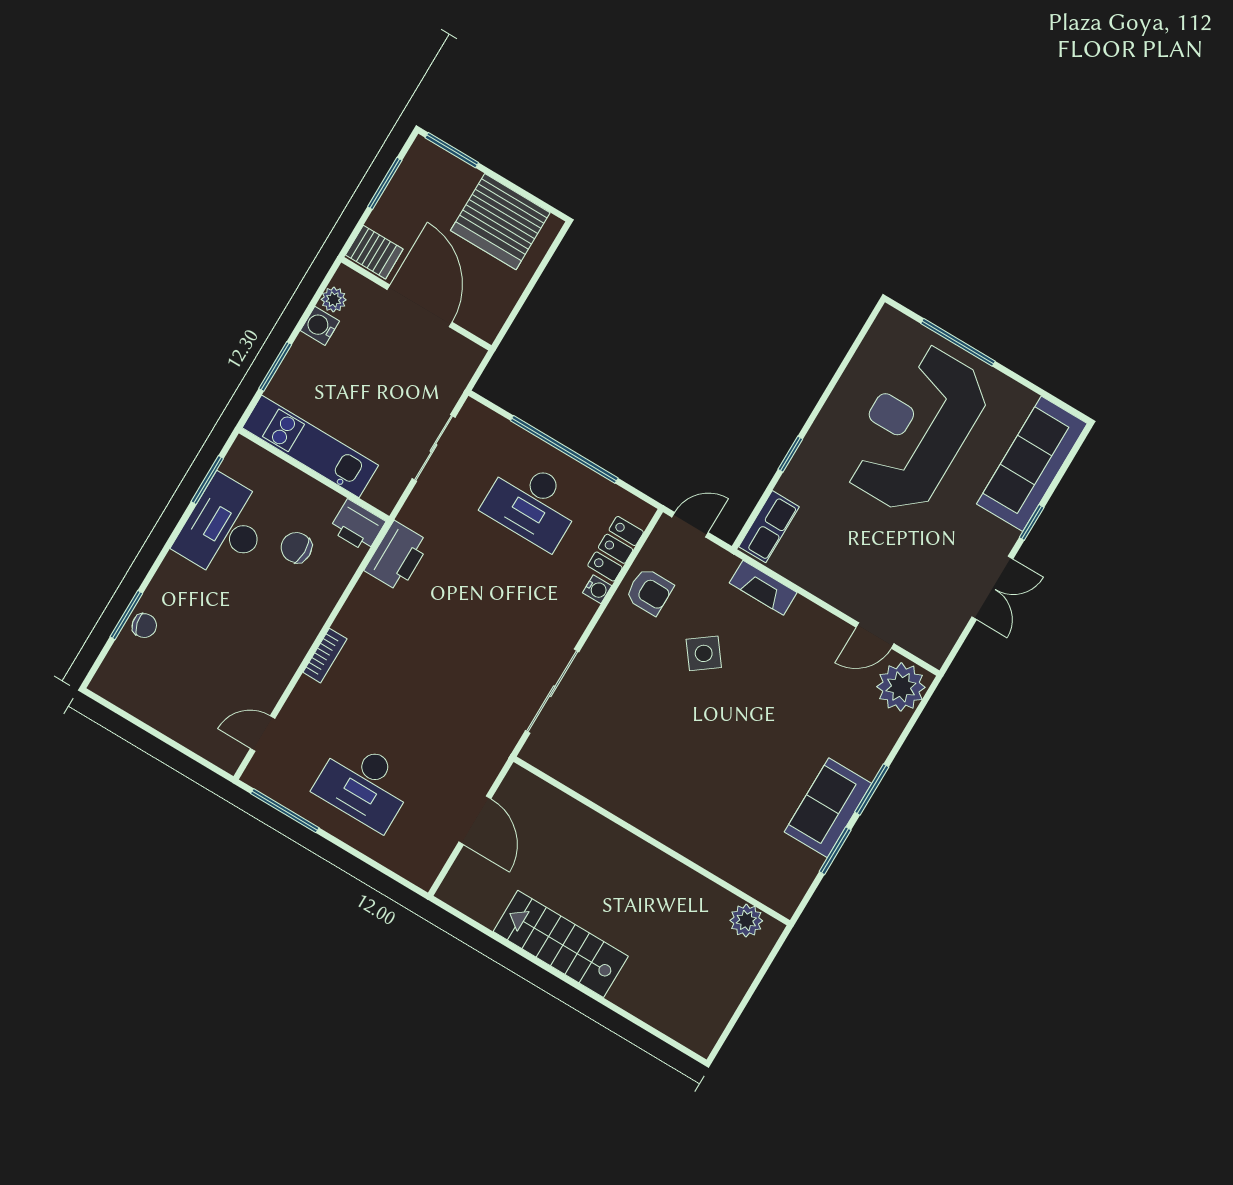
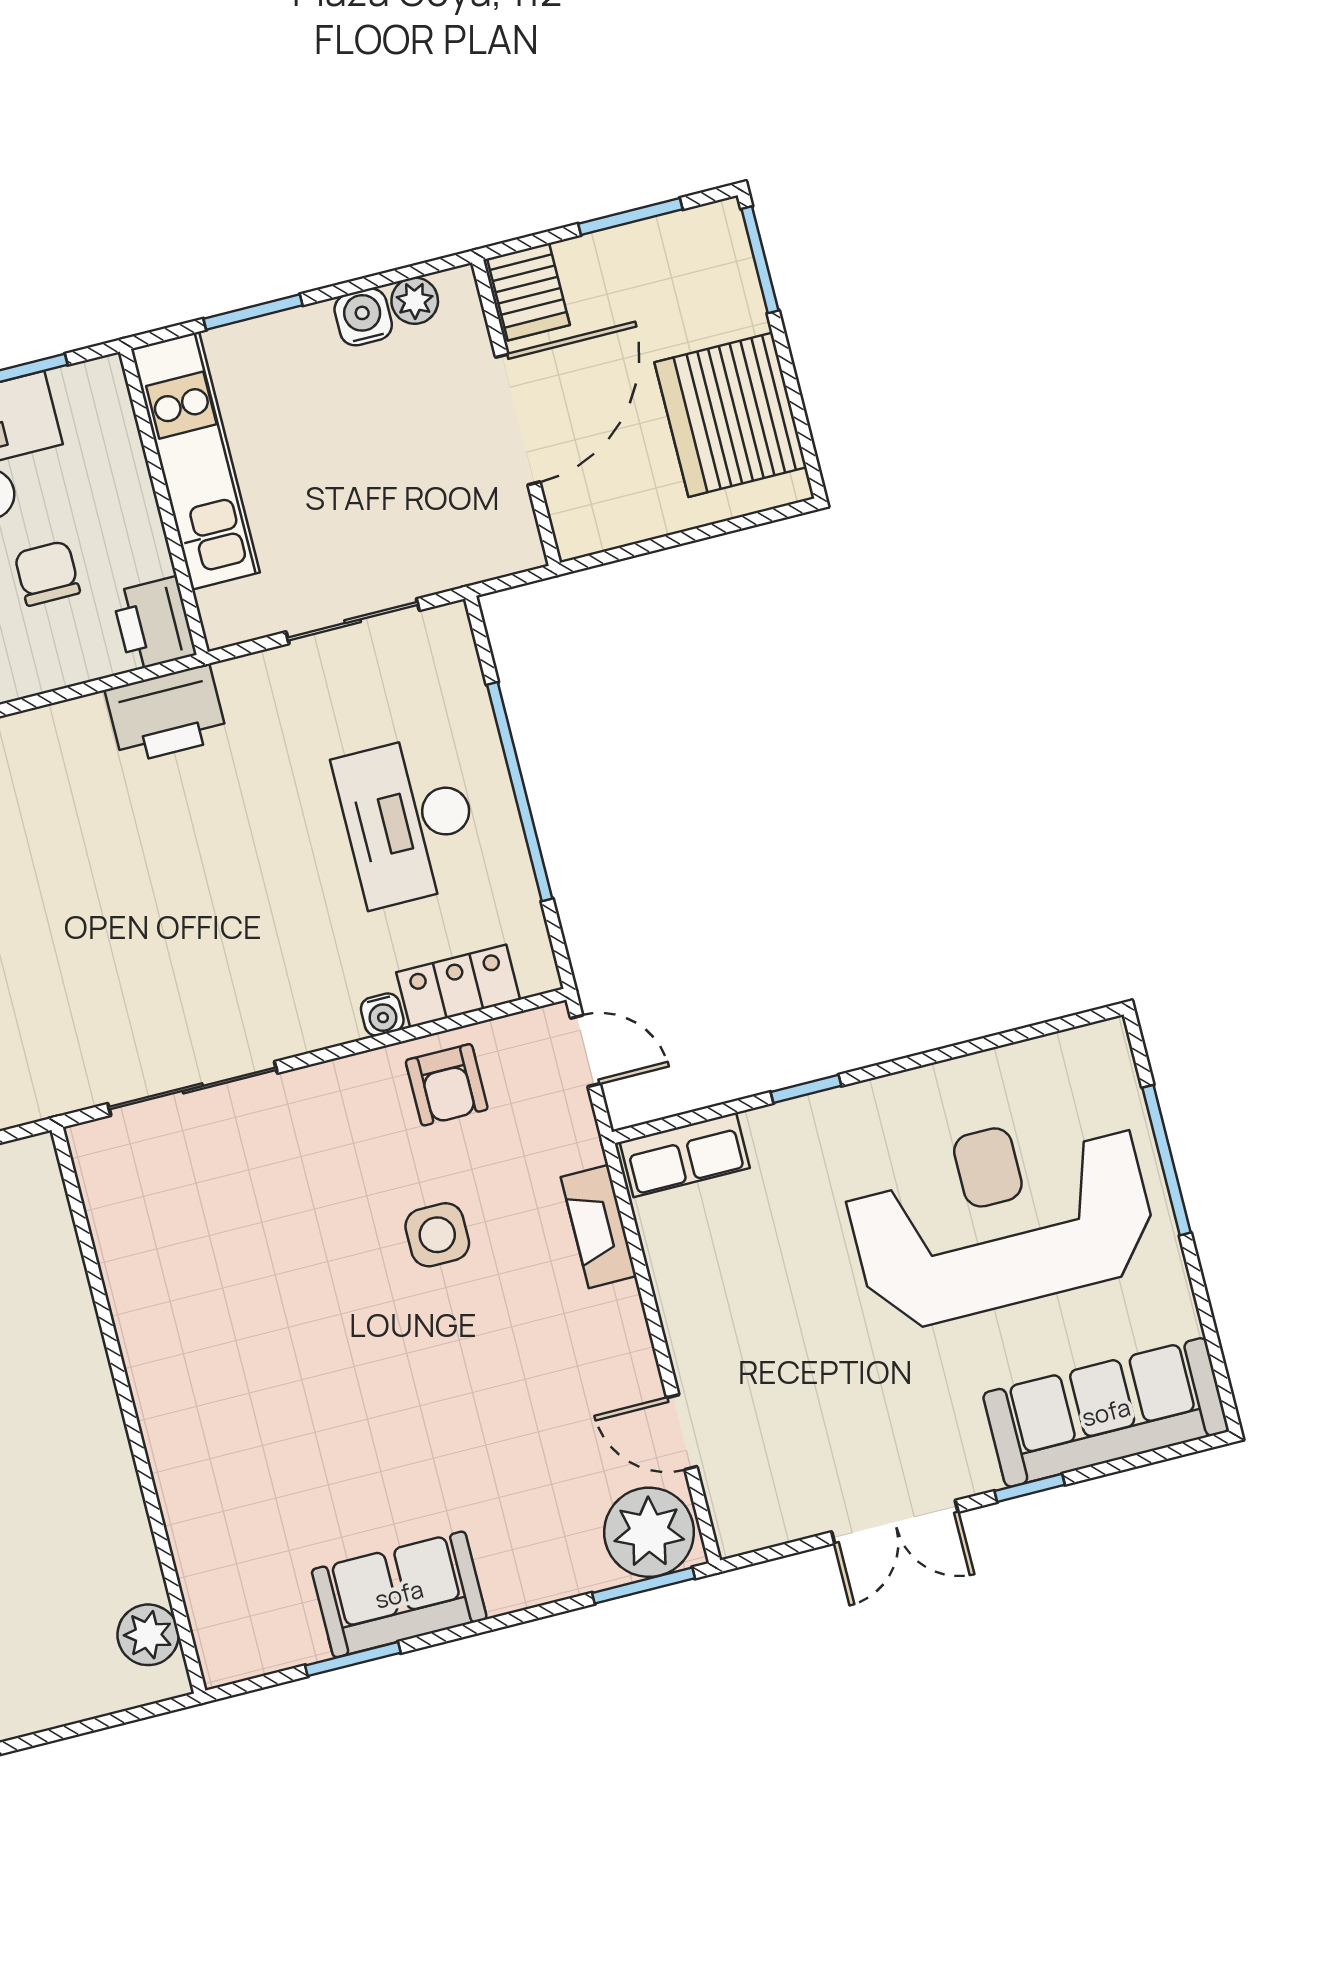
side table: (704, 653) -> (437, 1235), turned 37
window: (872, 790) -> (643, 1586), moved

